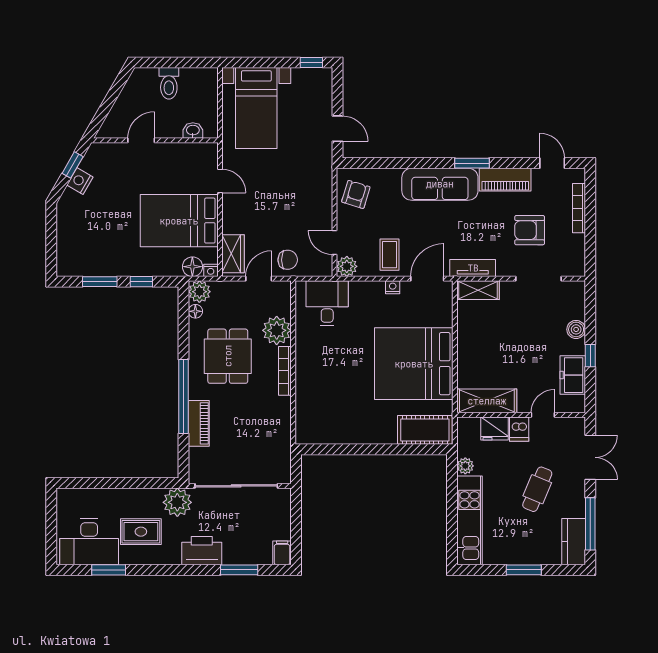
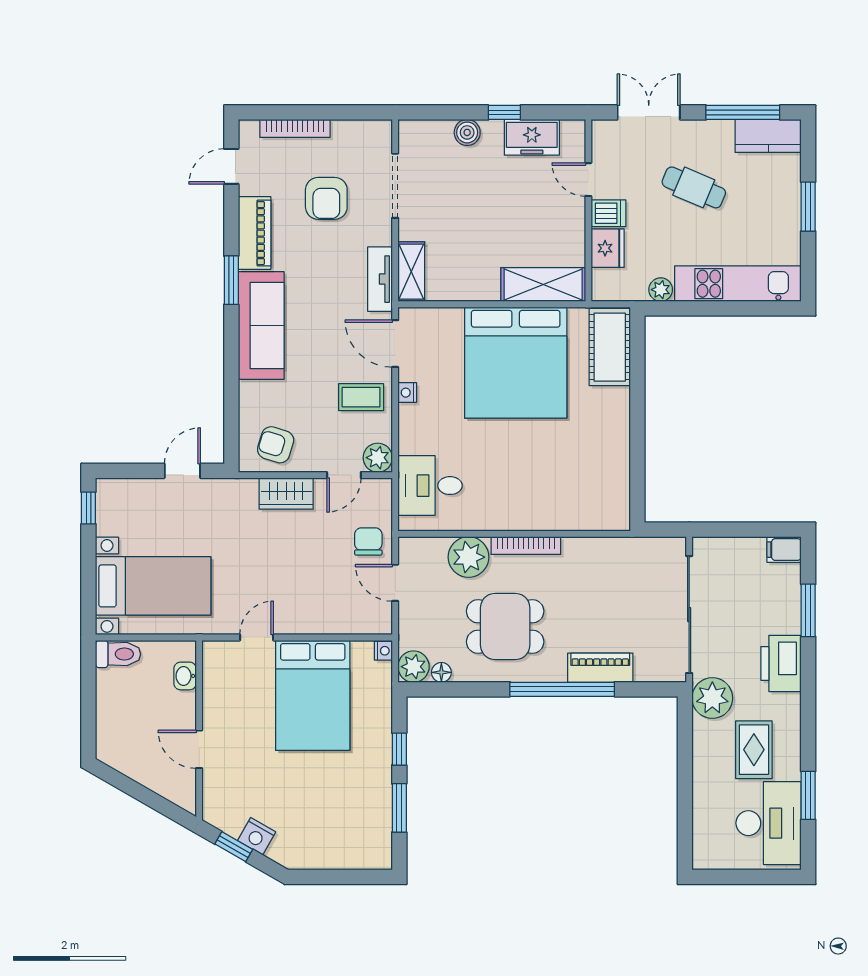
toilet: (169, 83) -> (118, 654), moved
wardrobe: (233, 254) -> (286, 494), moved, turned 180
floor lamp: (192, 267) -> (378, 677), removed
shelving: (487, 401) -> (543, 285), moved, turned 90

